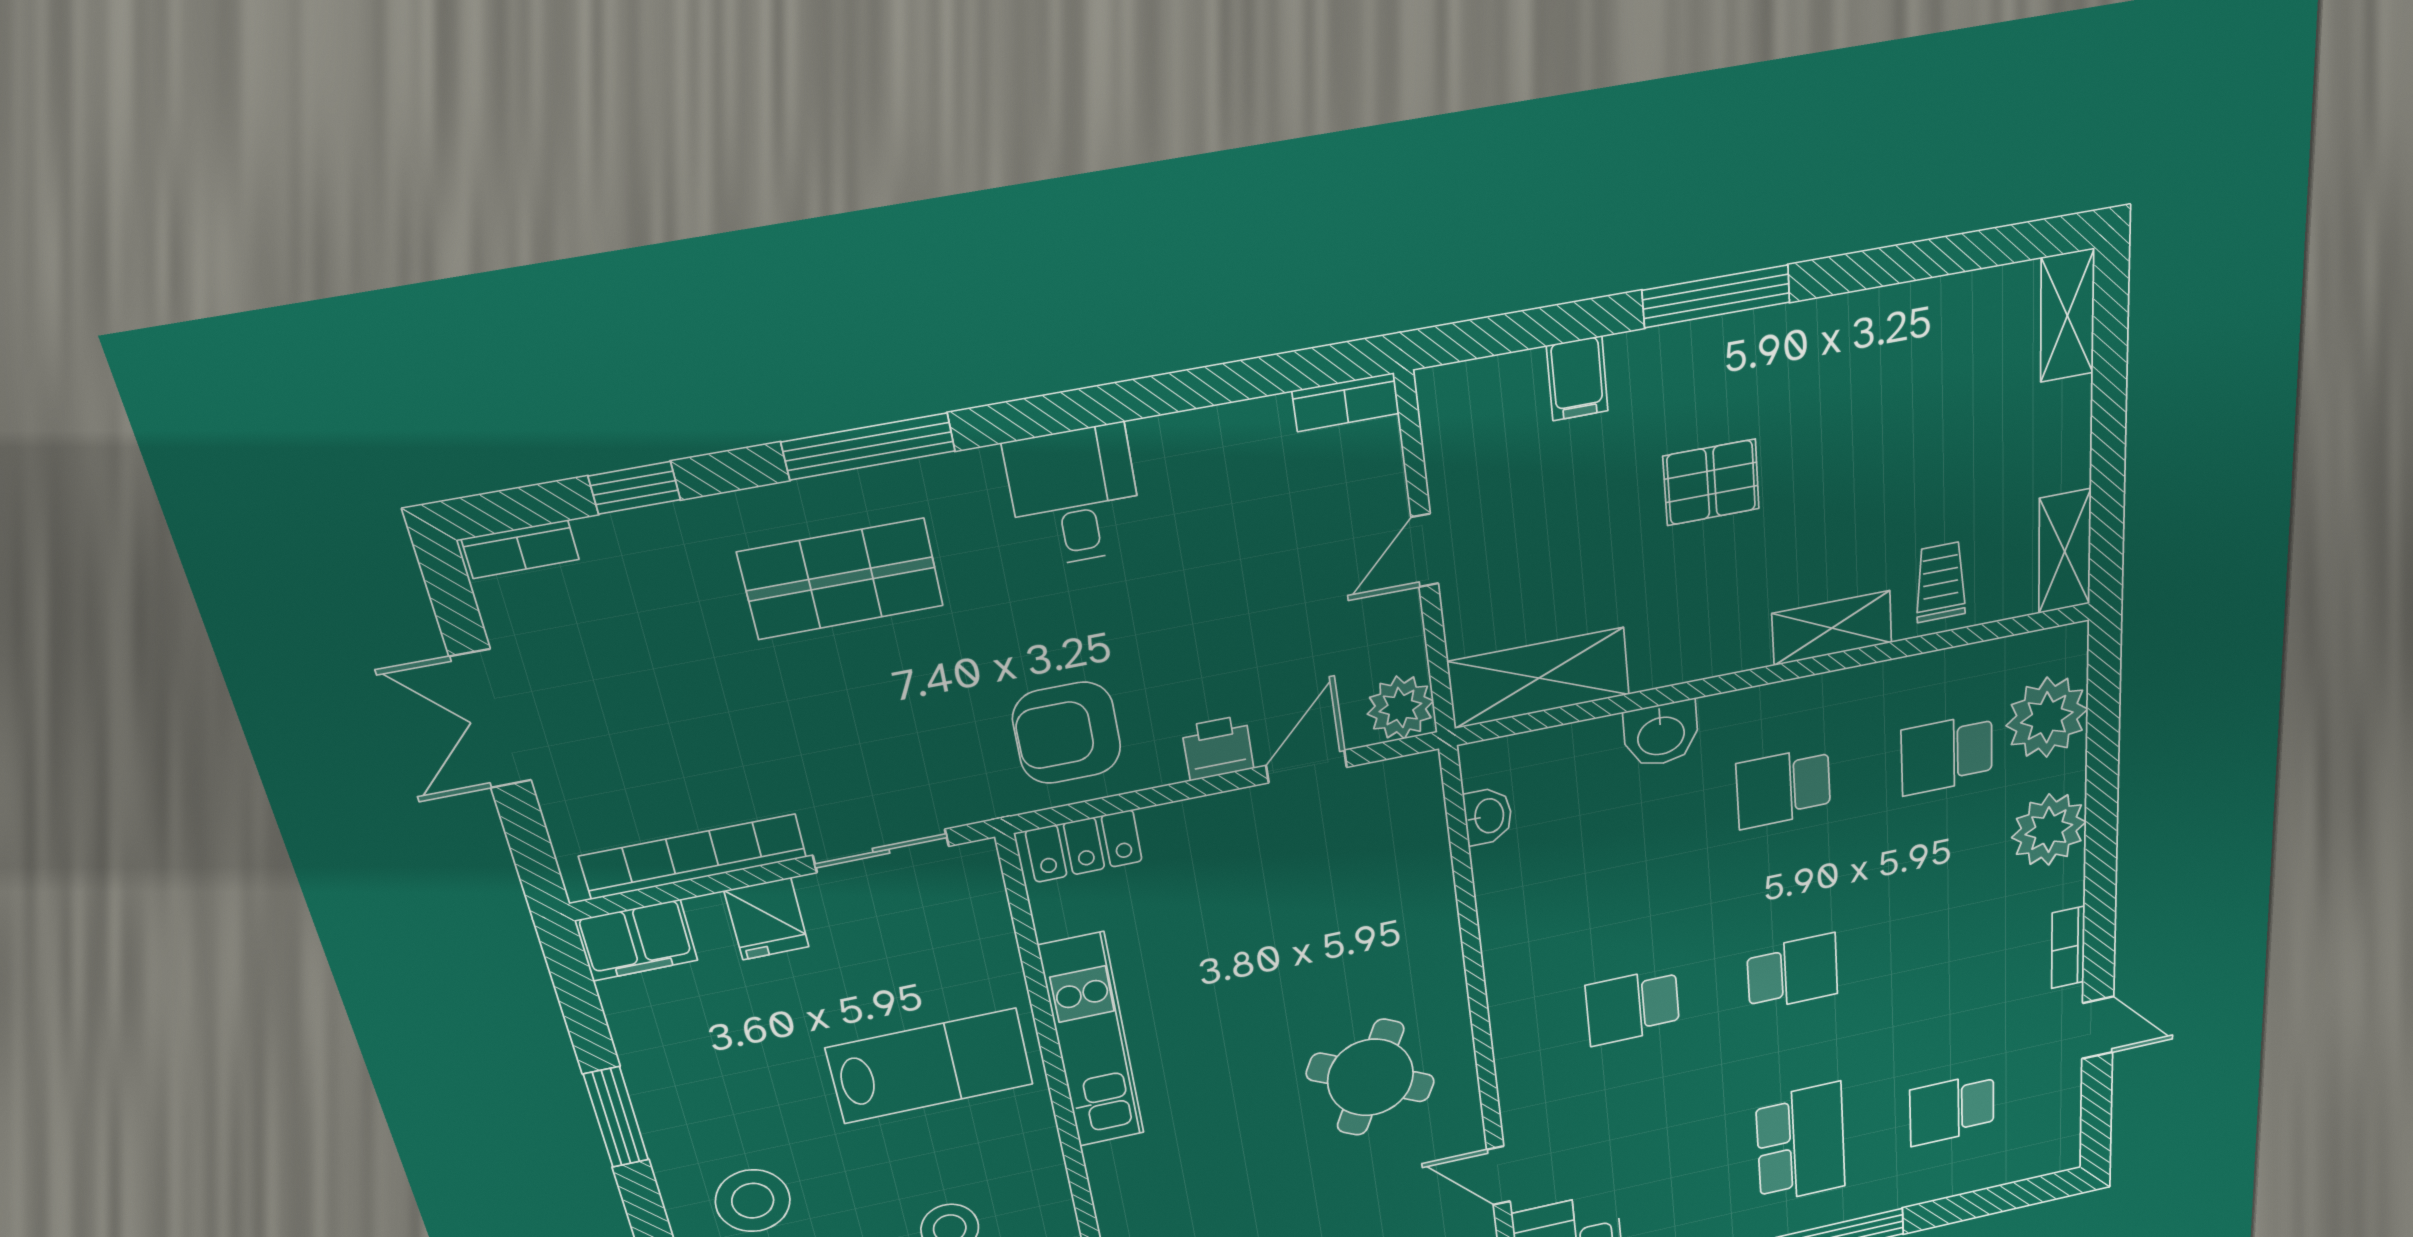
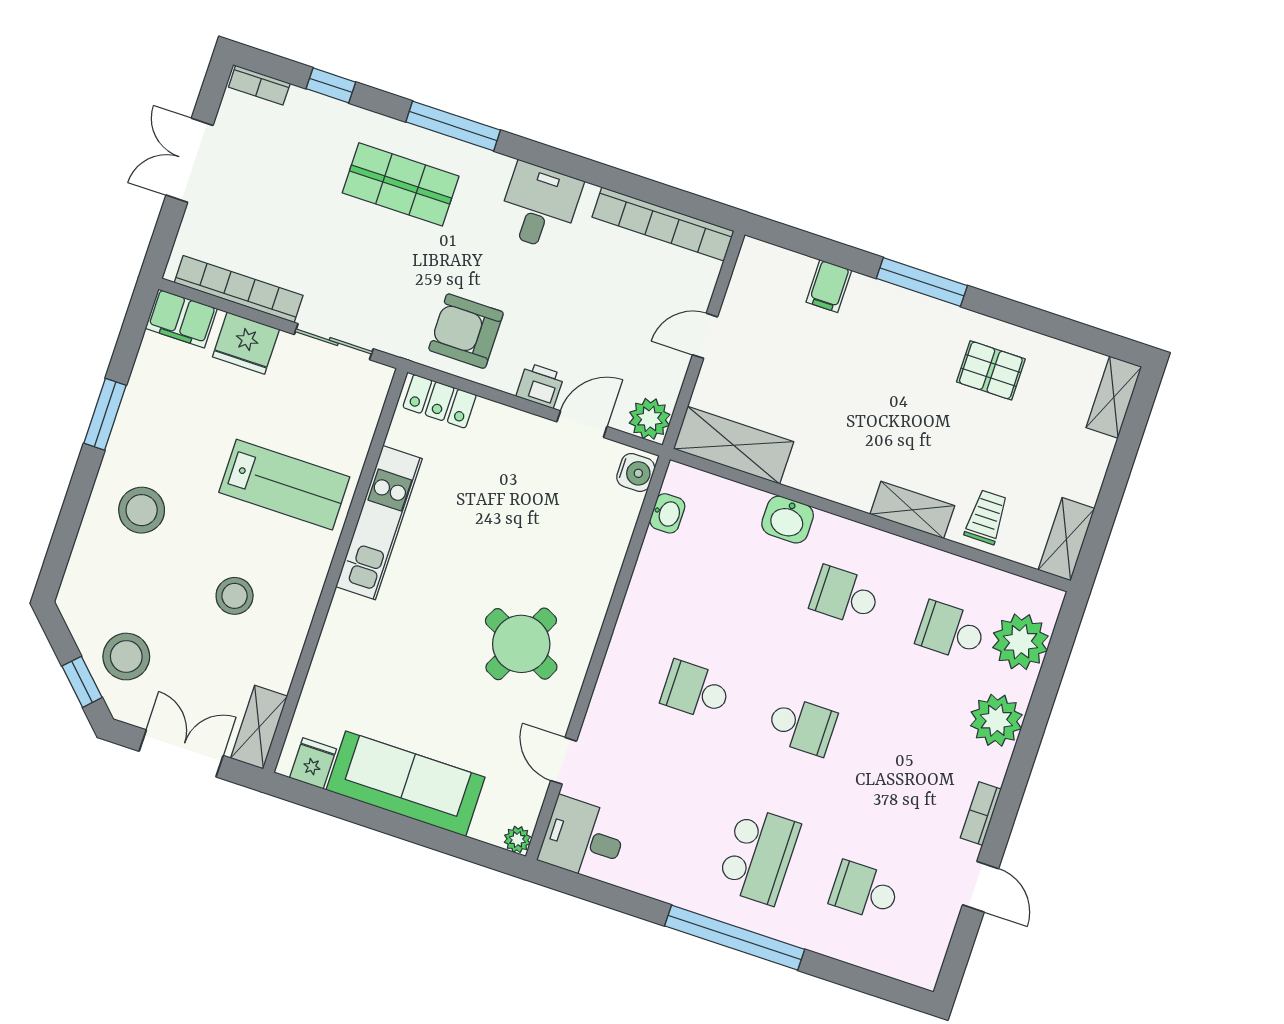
bookcase: (1346, 402) -> (663, 224), width x2.31, depth x1.31
pallet: (1711, 482) -> (991, 370), moved
water cooler: (1417, 788) -> (636, 472), added
fridge: (767, 919) -> (246, 343), width x1.38

